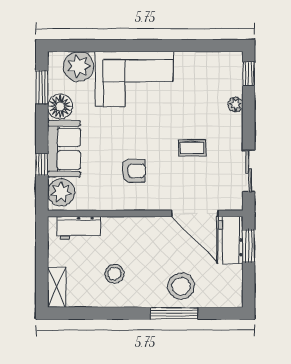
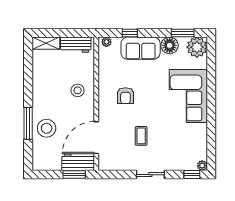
plant: (79, 66) -> (197, 47), moved
plant: (235, 104) -> (202, 166), moved
sliding door: (249, 171) -> (150, 175), moved
plant: (61, 192) -> (106, 42), width x0.53, depth x0.53
workbench: (79, 228) -> (76, 45), moved, turned -90
stool: (114, 274) -> (78, 90), moved

